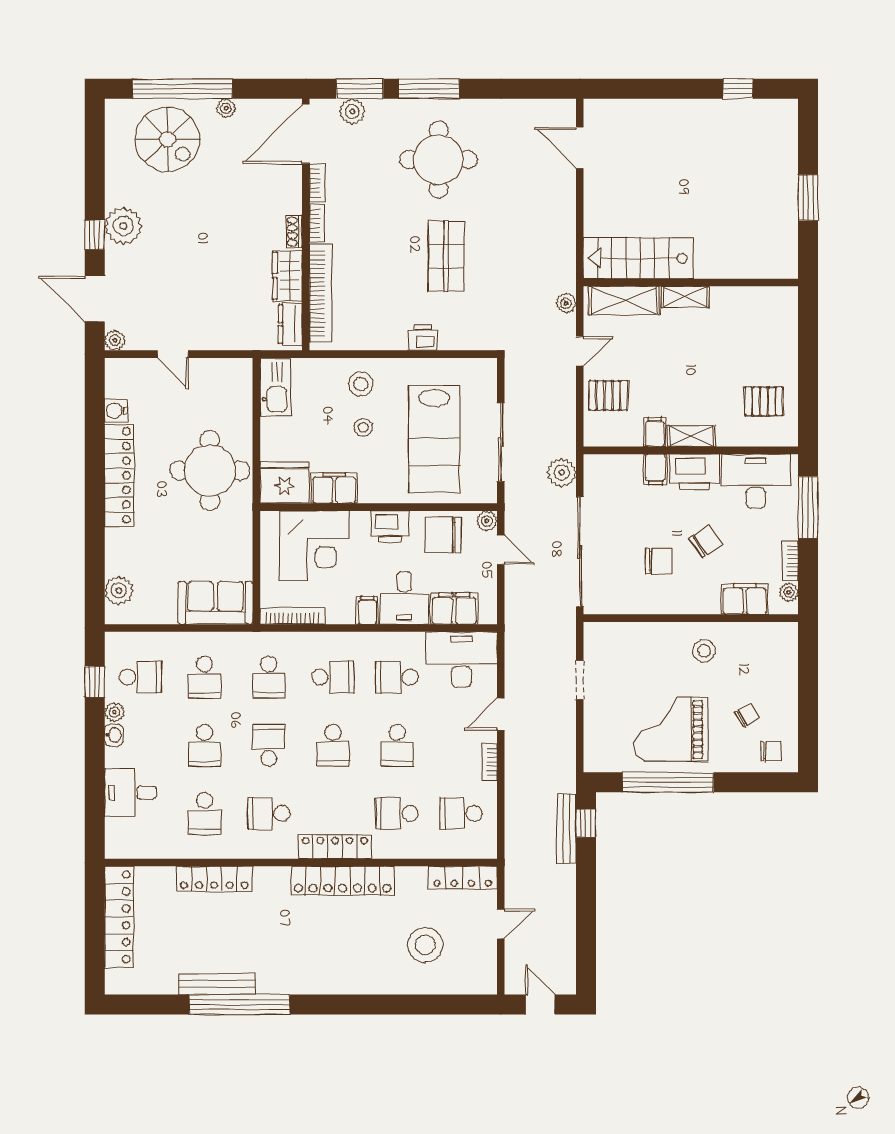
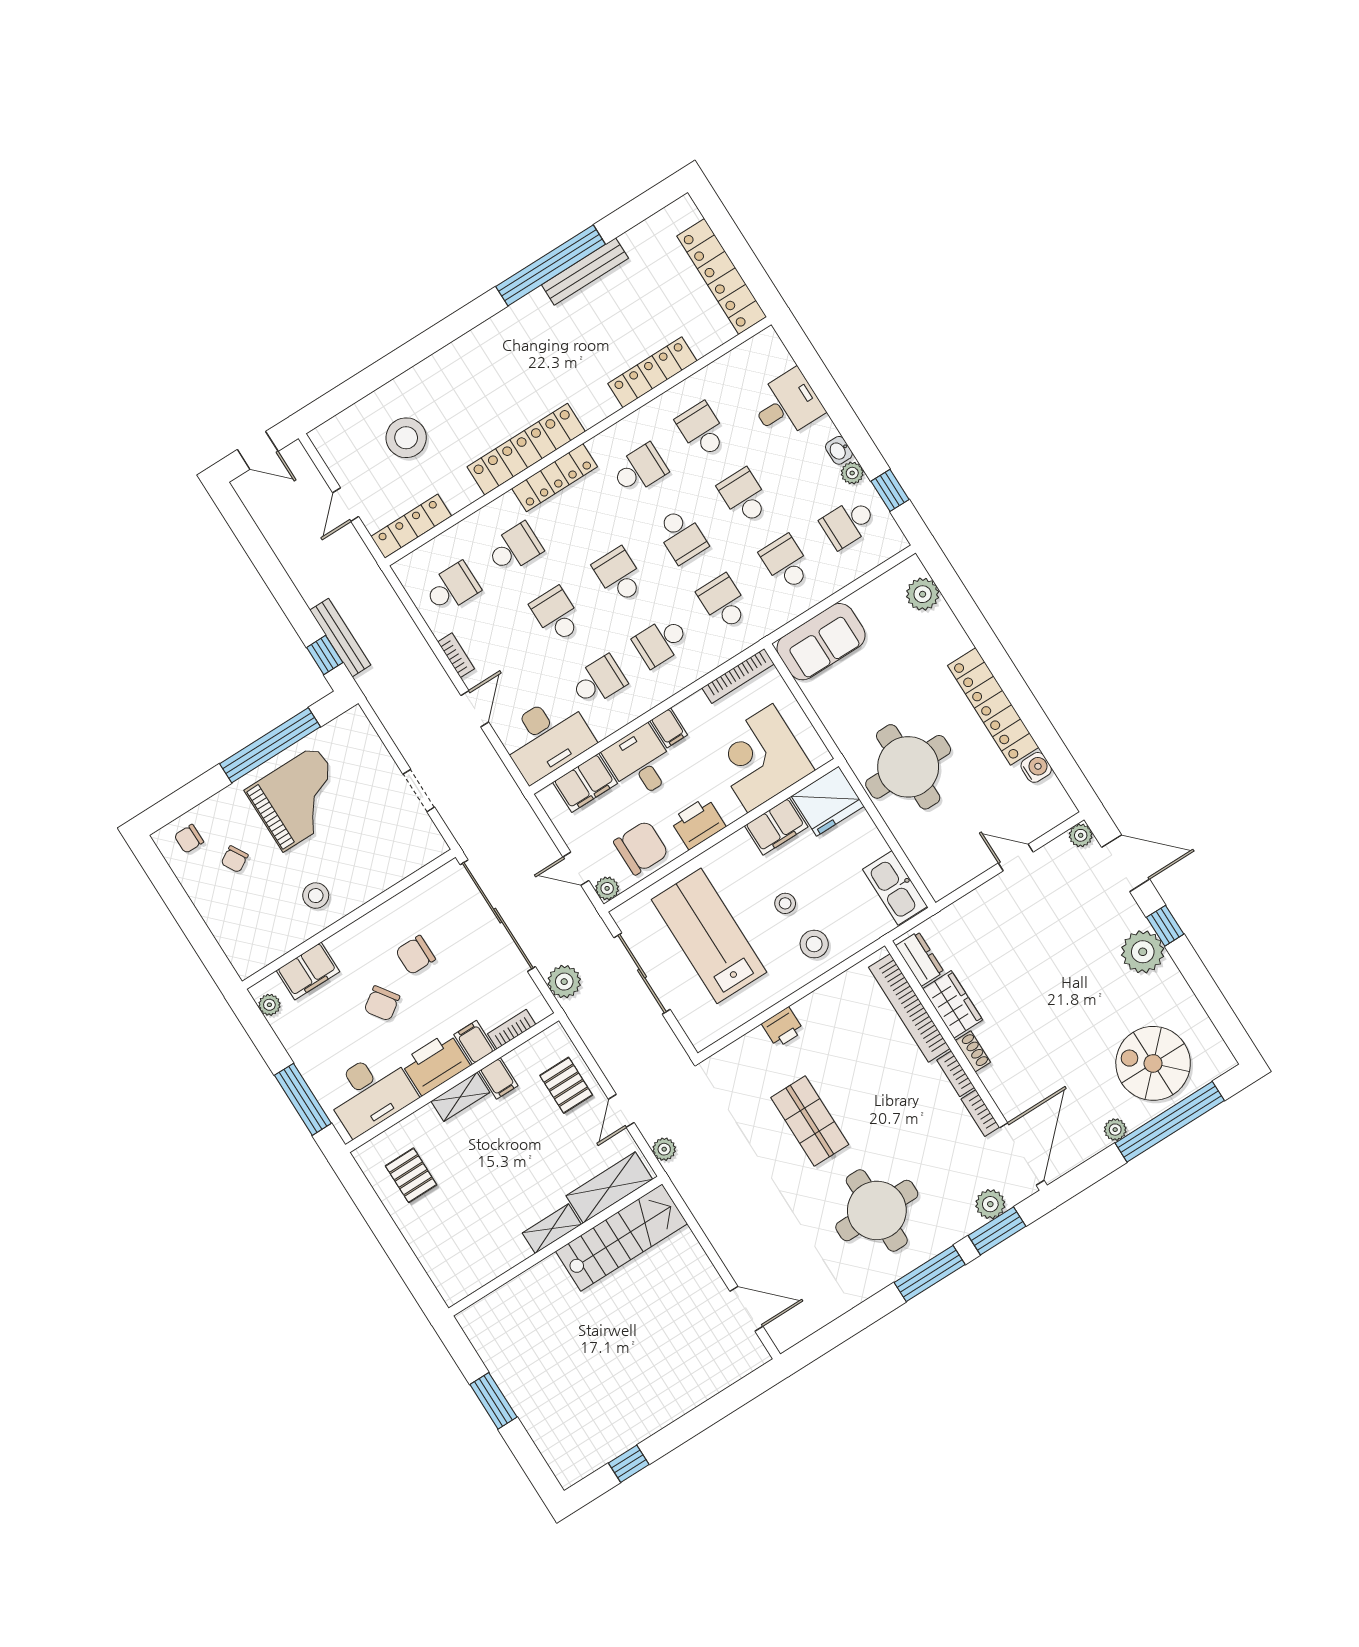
pallet: (608, 396) -> (566, 1085), turned 90
pallet: (764, 401) -> (411, 1175), turned 90
bookcase: (790, 561) -> (512, 1029), moved, turned -90

